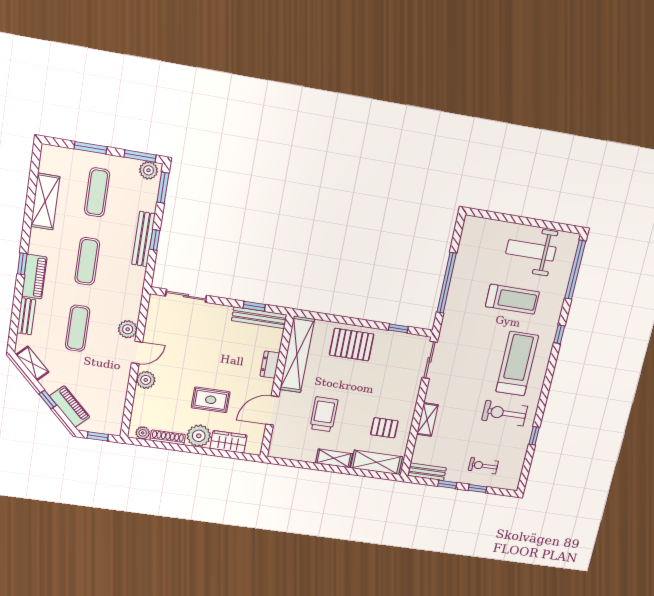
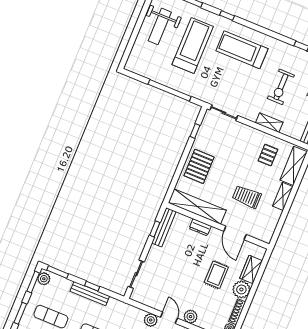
treadmill: (512, 299) -> (193, 45), width x1.37, depth x1.38
exercise bike: (505, 413) -> (281, 87), moved

